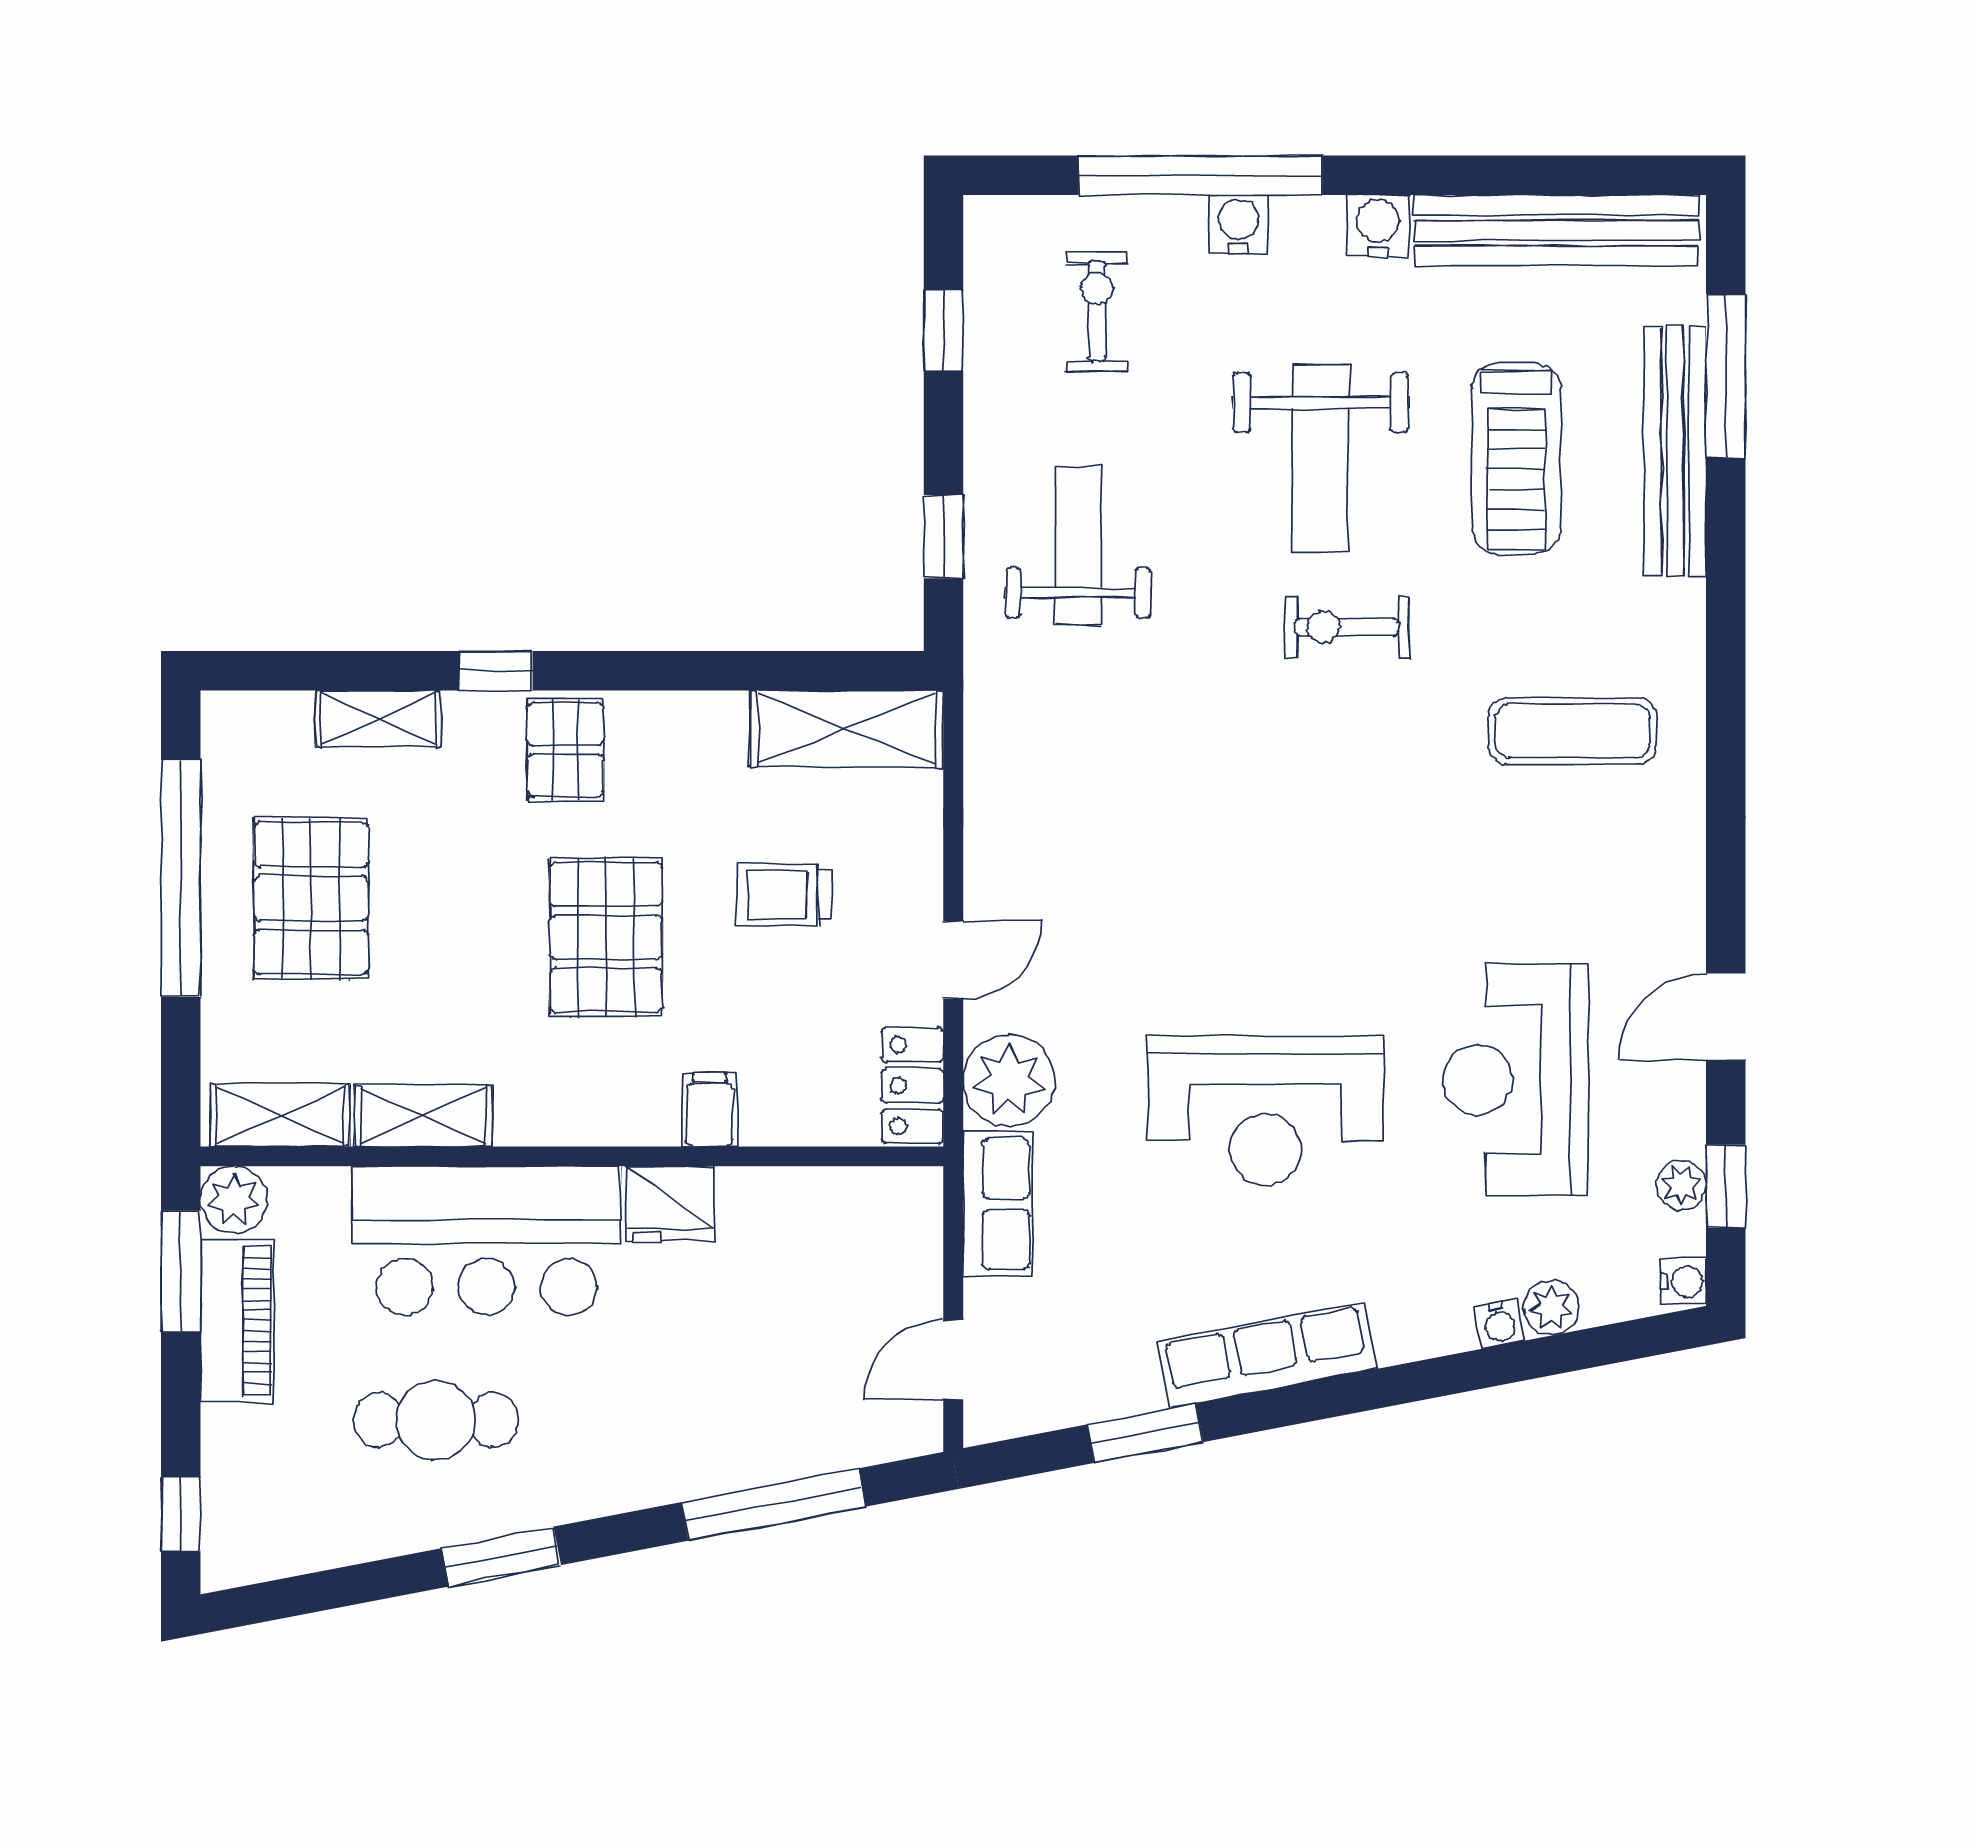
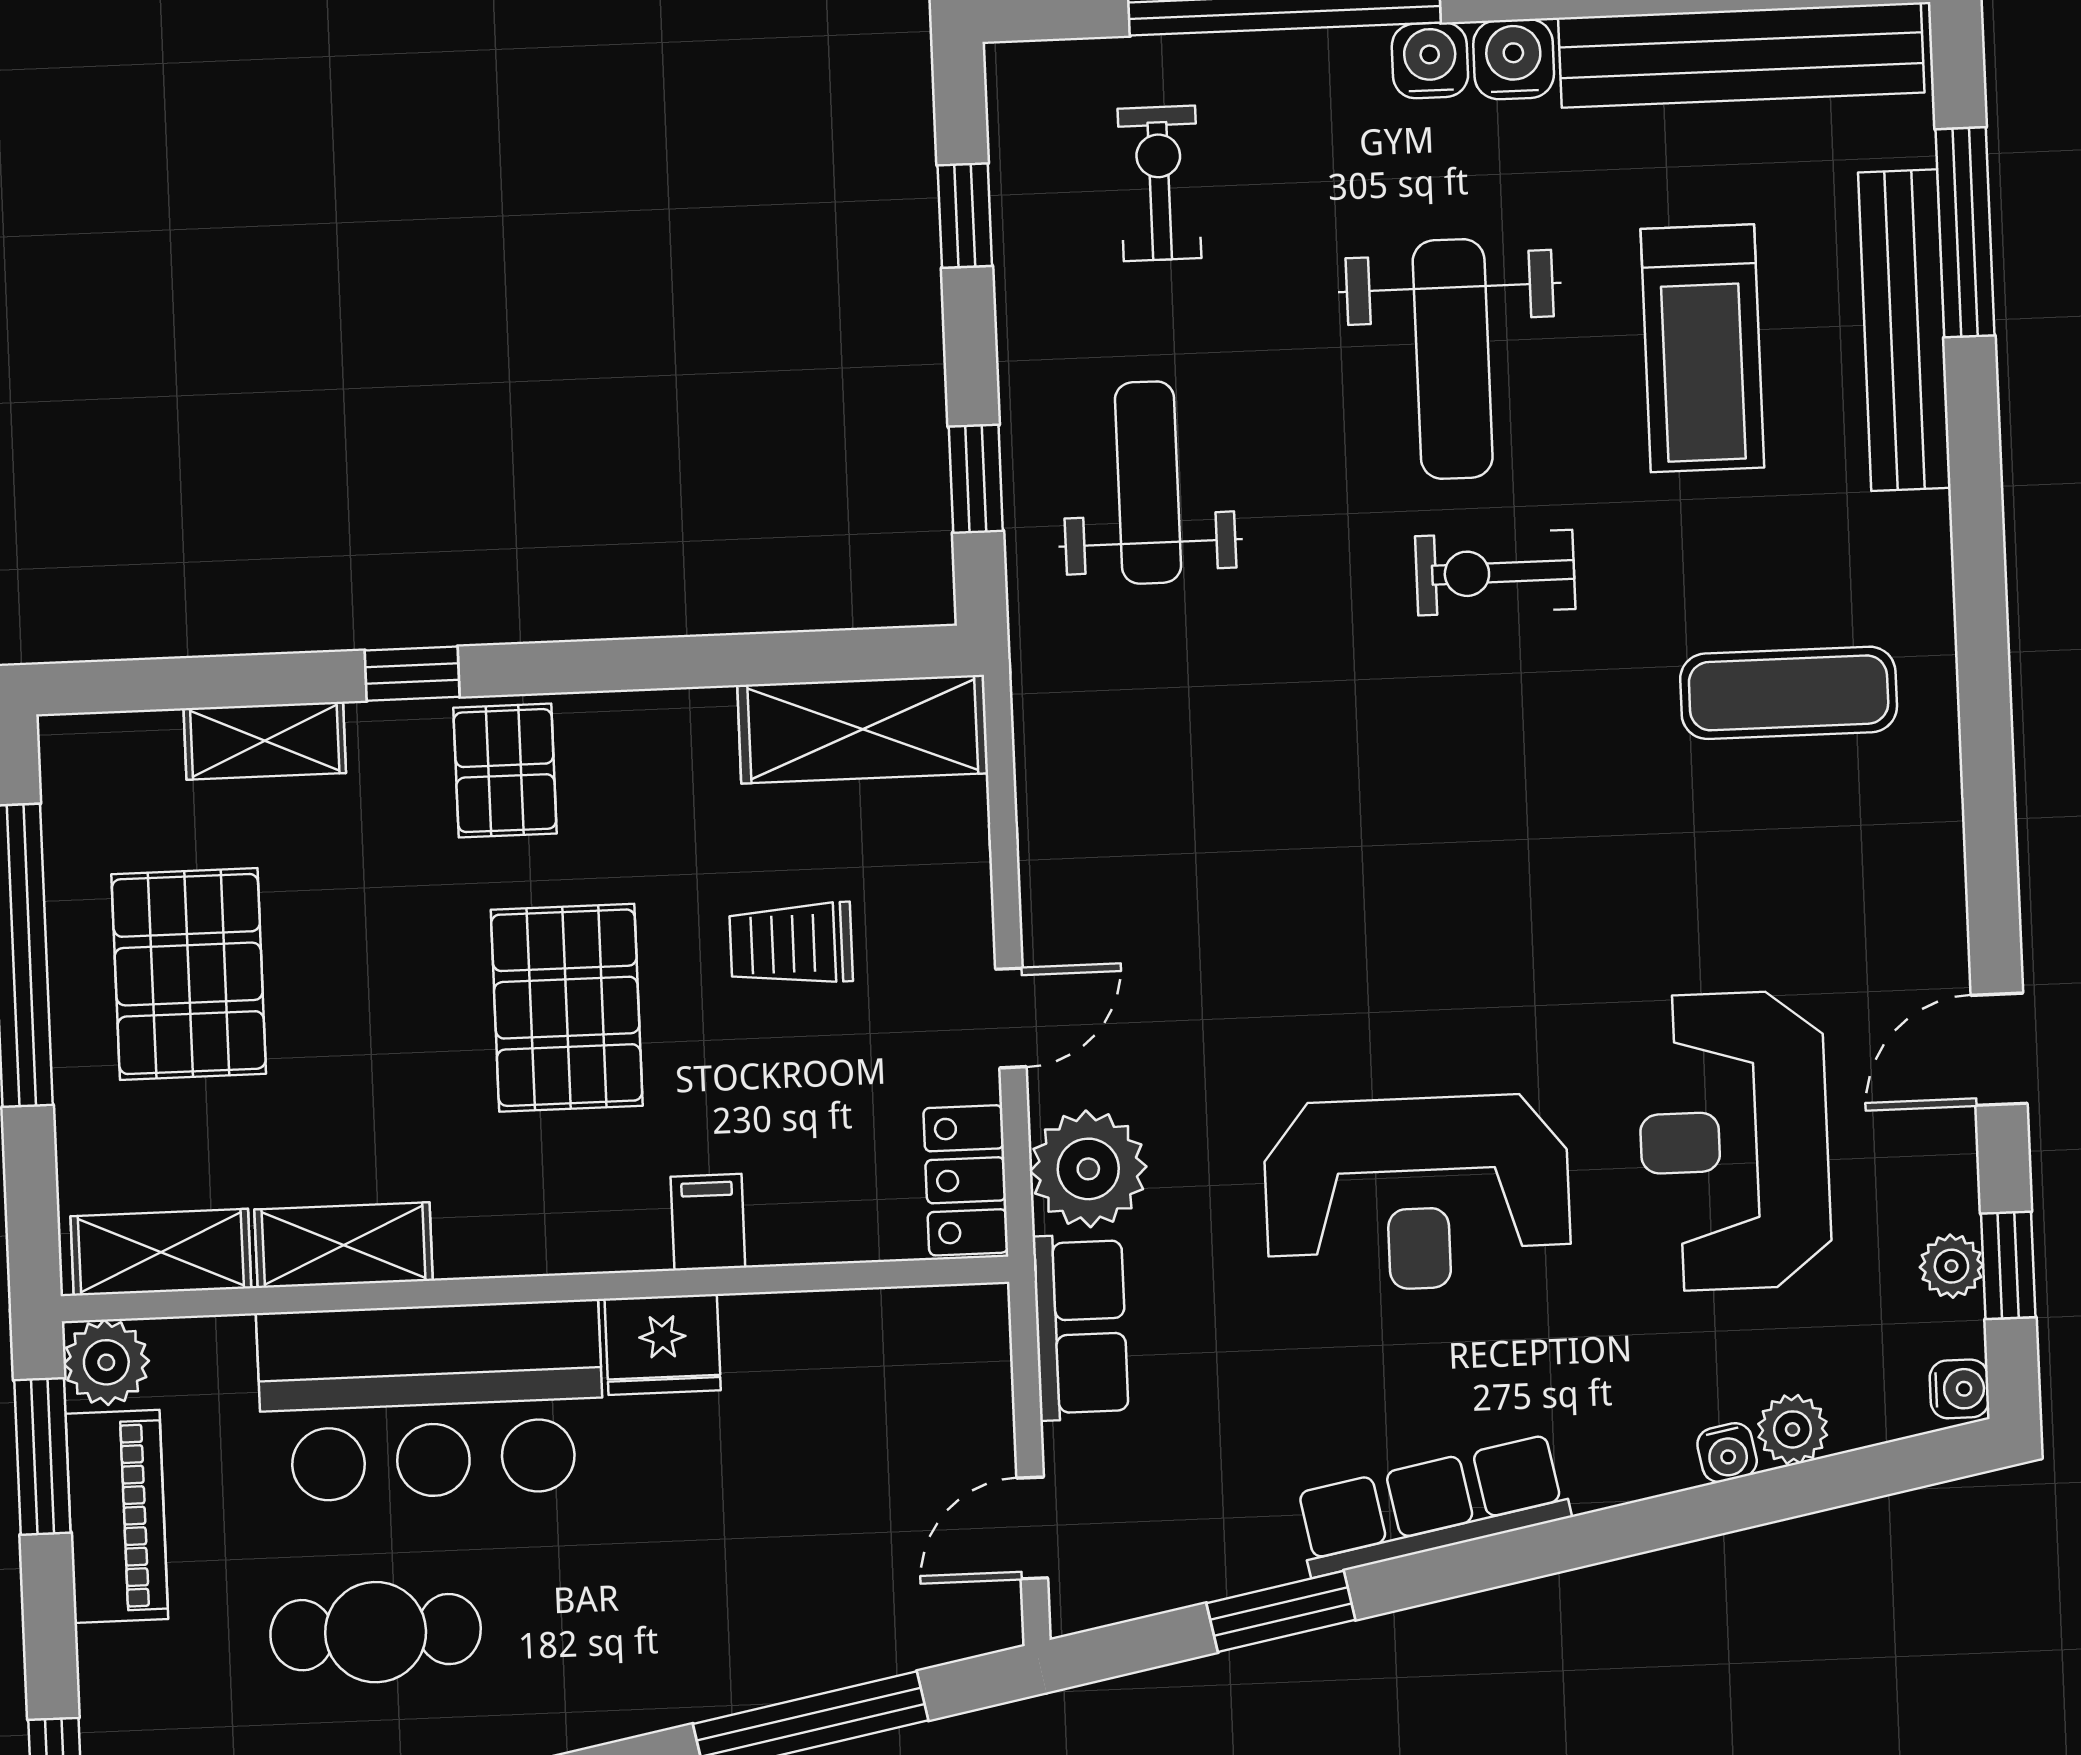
water cooler: (1239, 224) -> (1430, 60), moved

